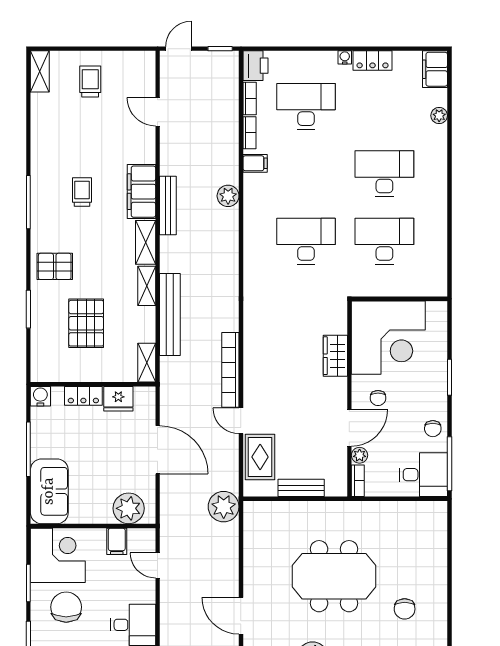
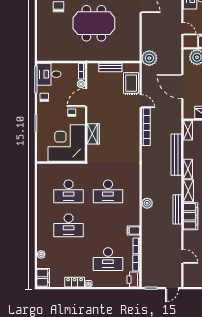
plant: (228, 196) -> (147, 203), moved

